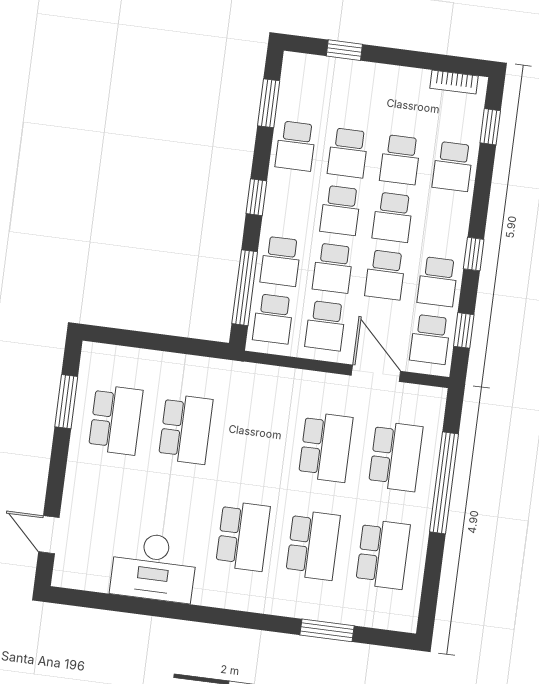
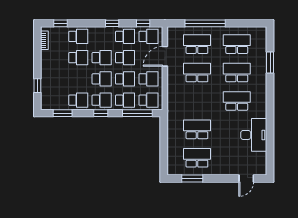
school desk: (348, 153) -> (102, 100), moved

